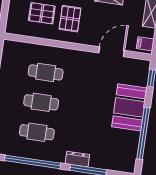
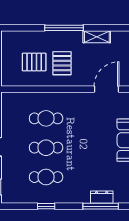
dresser: (77, 159) -> (102, 197), moved
window: (33, 162) -> (46, 206), width x0.32

